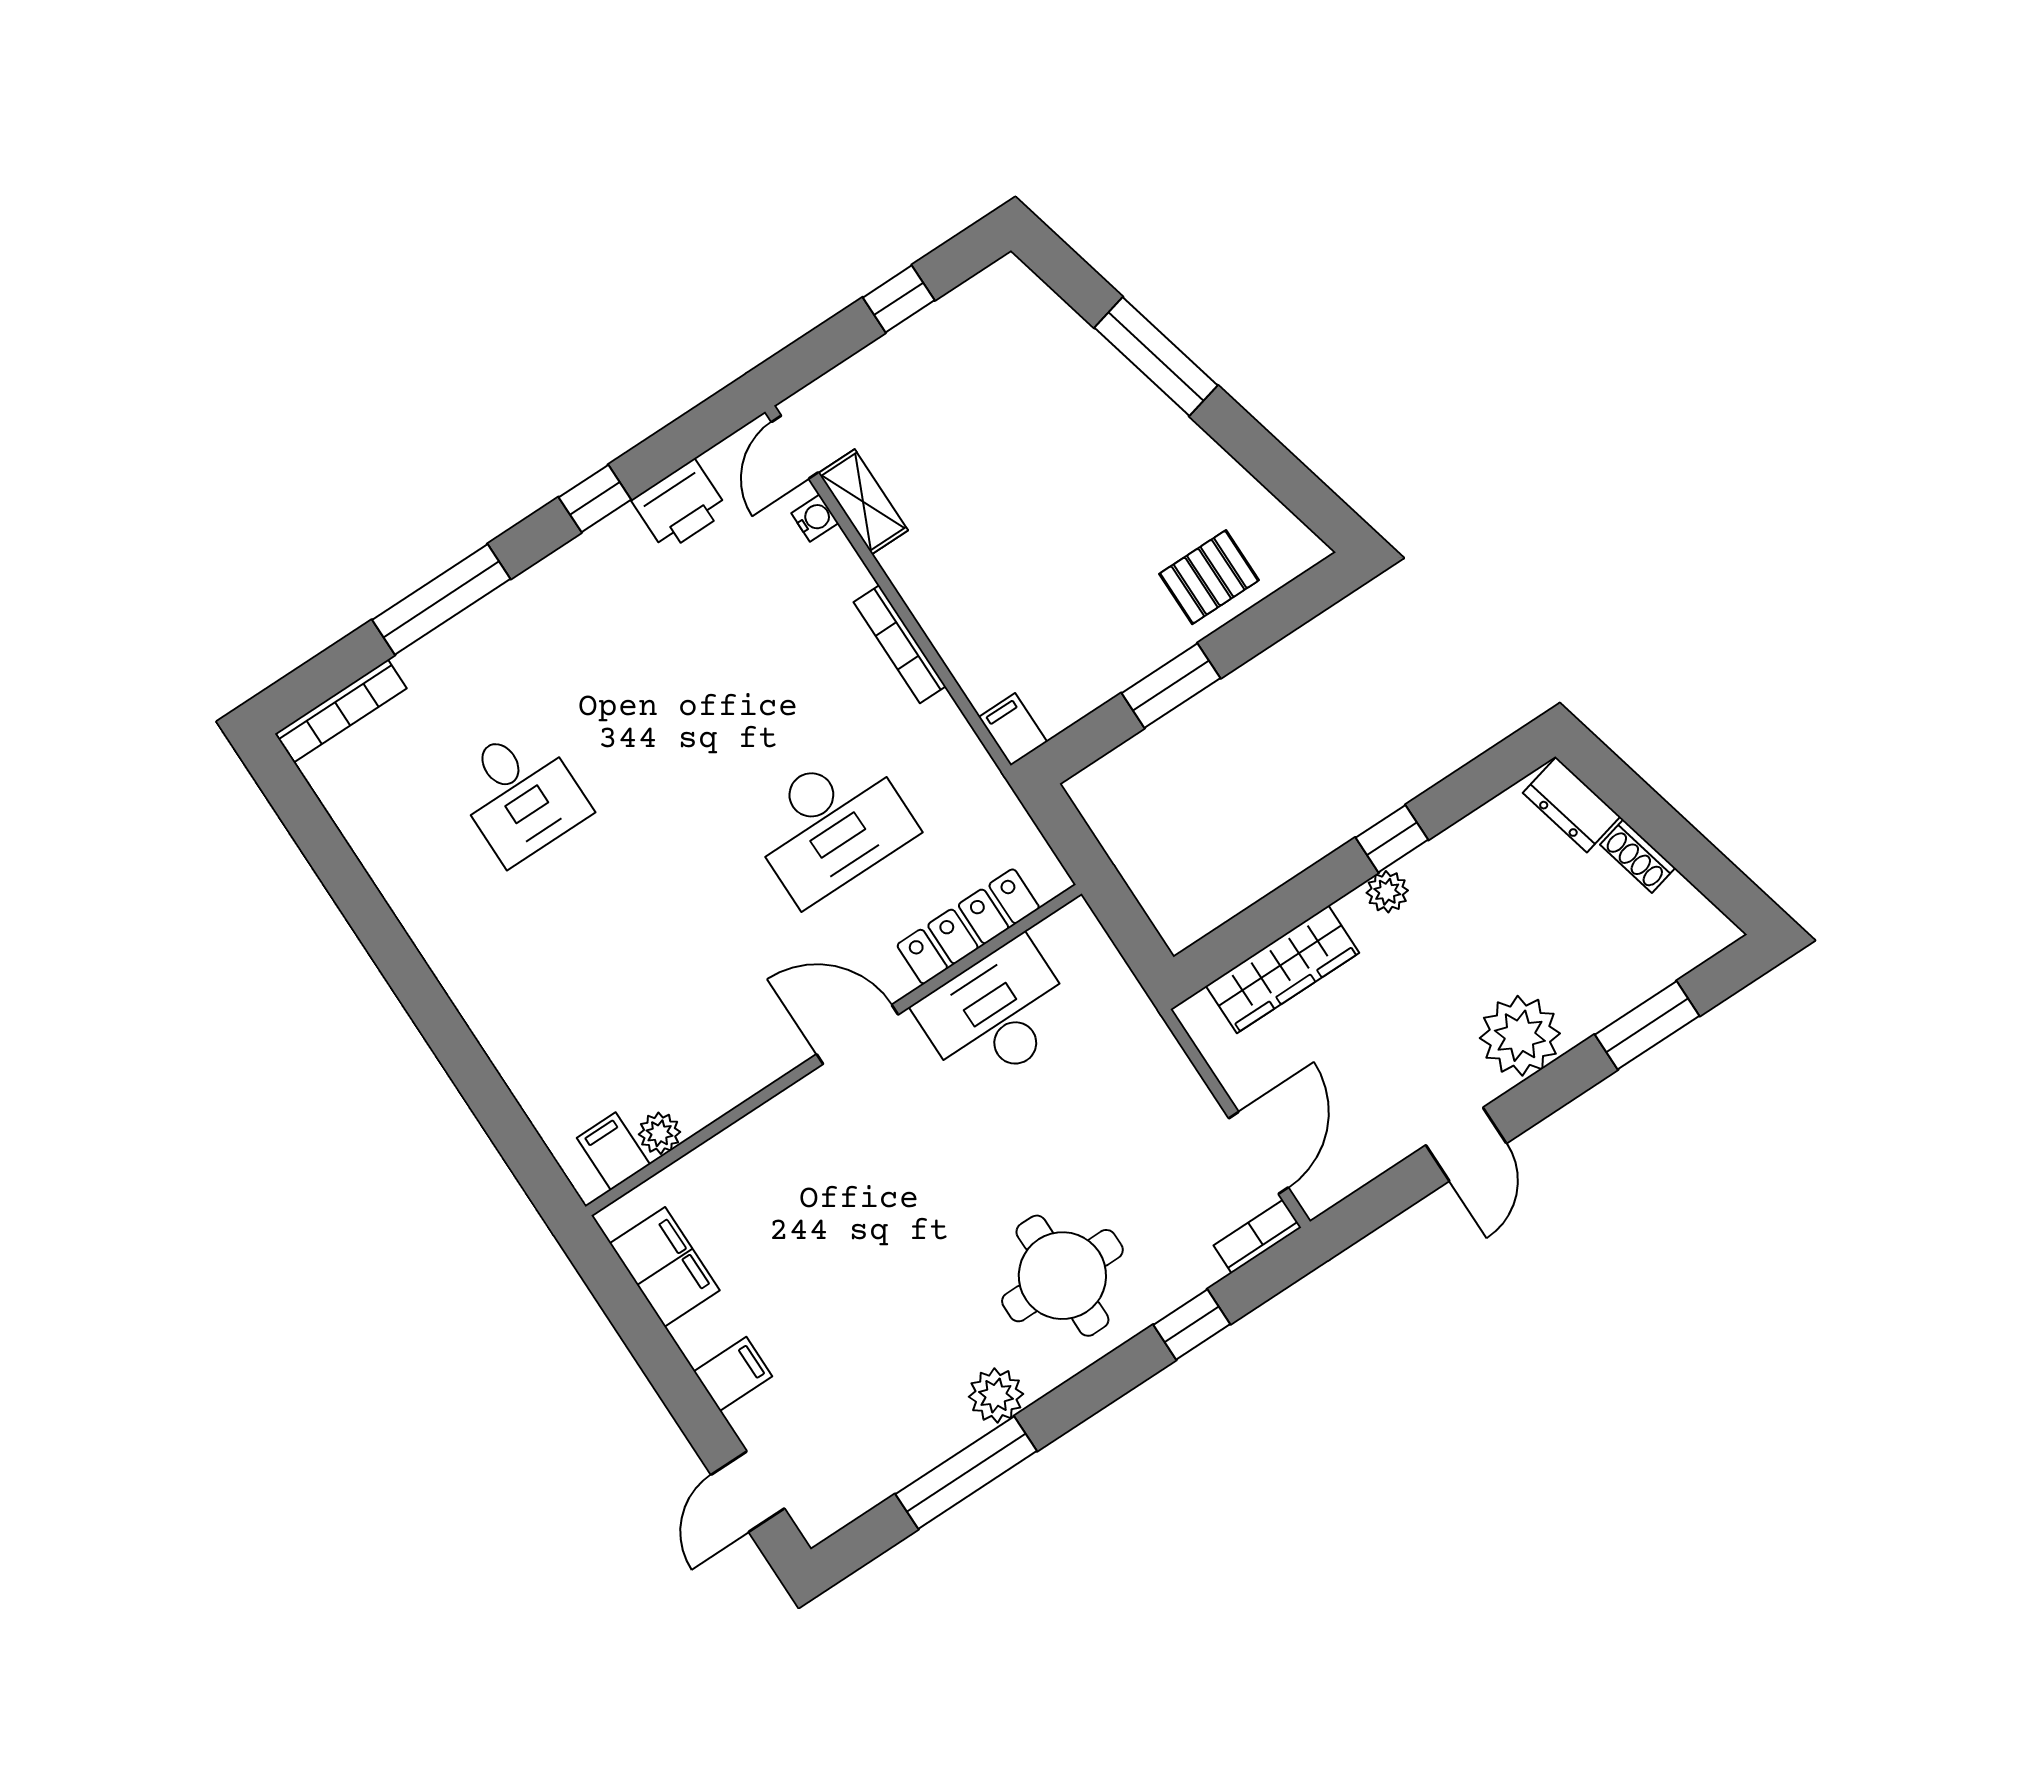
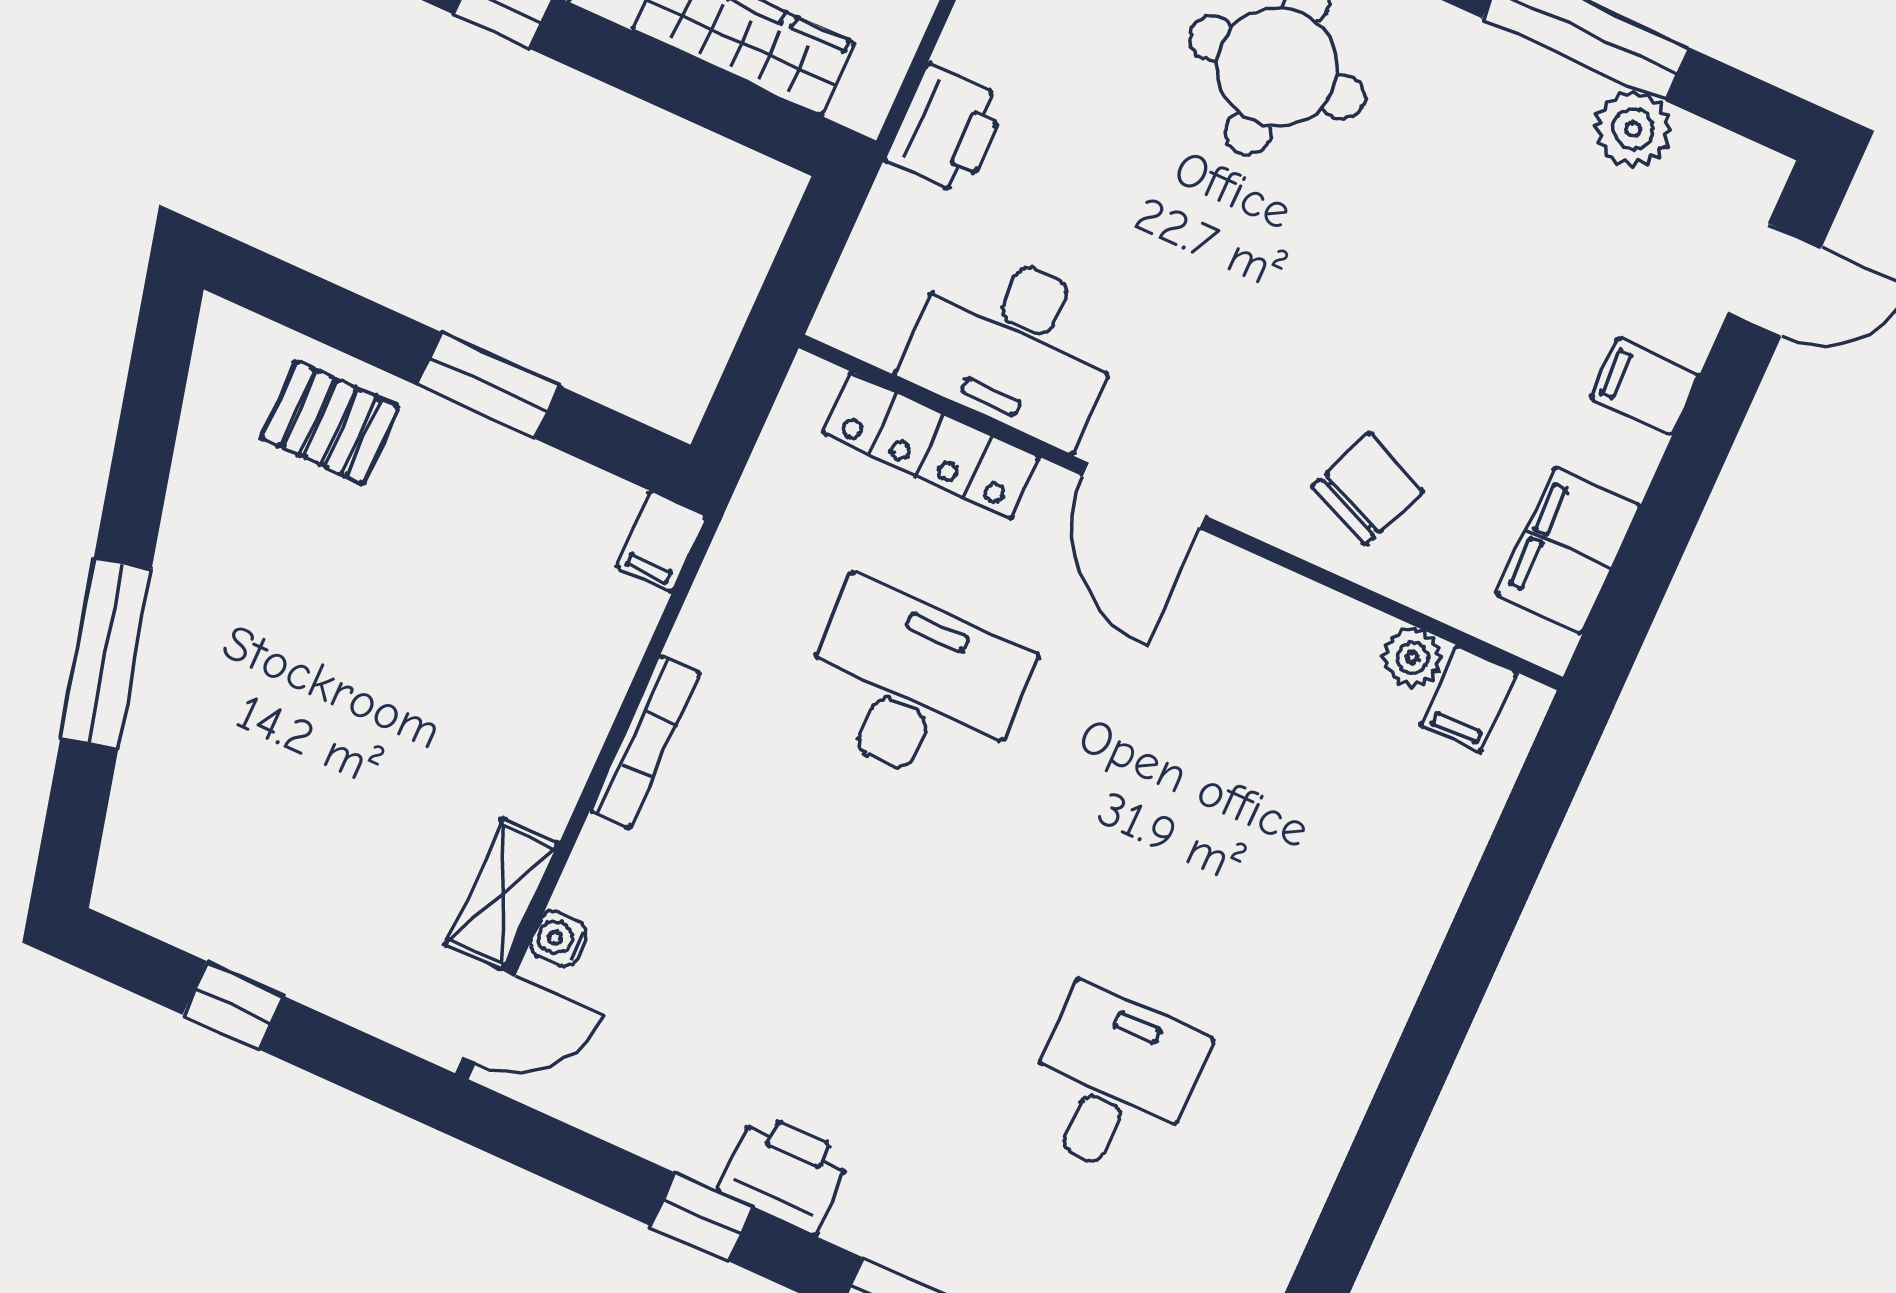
printer: (680, 505) -> (785, 1173), moved
printer: (1150, 1055) -> (946, 130), added
chair: (777, 1170) -> (1367, 489), added
plant: (996, 1395) -> (1633, 129), moved

